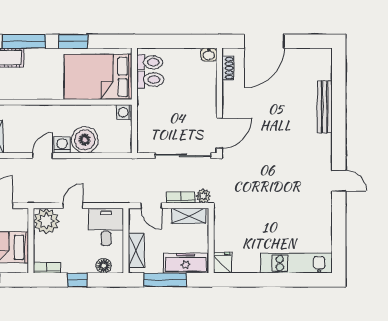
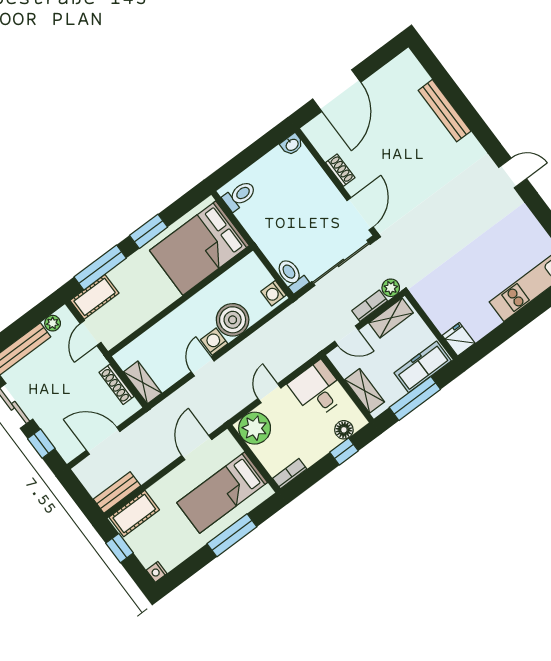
shoe rack: (228, 68) -> (340, 170), moved
toilet: (150, 80) -> (292, 275), moved, turned -90
washing machine: (124, 112) -> (274, 293), moved
window: (77, 280) -> (344, 451), moved

